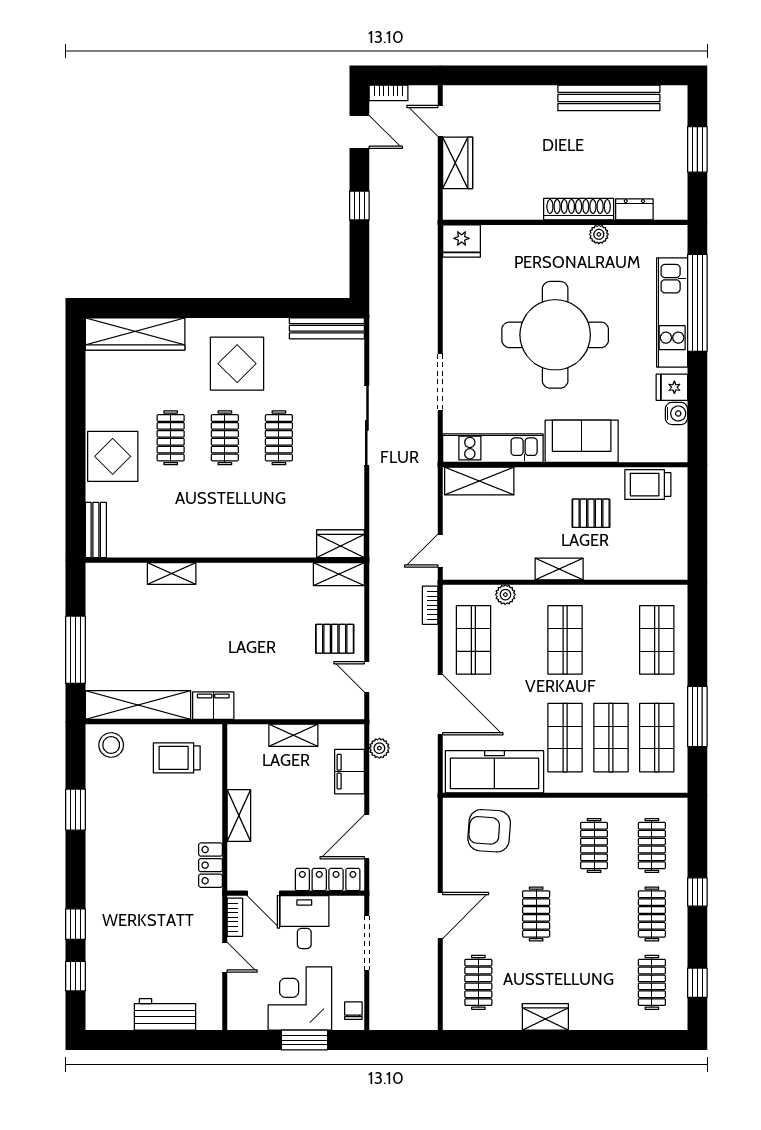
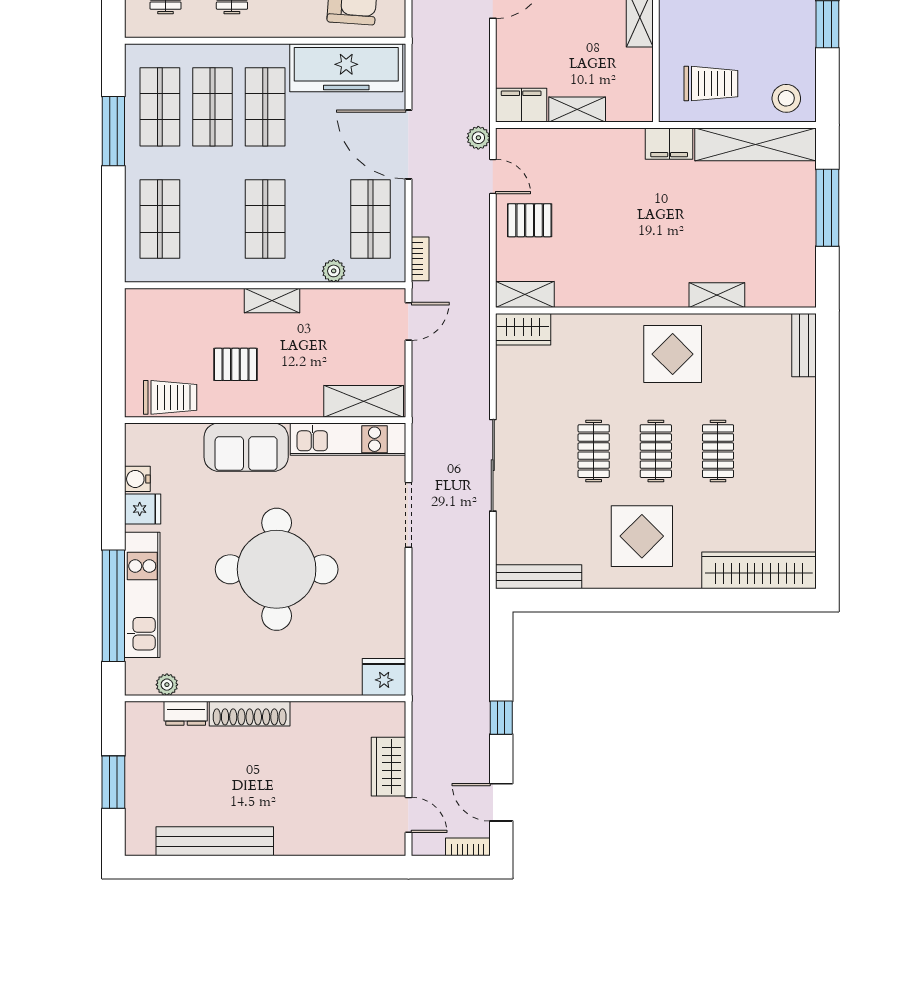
plant: (599, 234) -> (167, 685), moved
display table: (113, 456) -> (673, 354), moved
plant: (379, 748) -> (478, 138), moved
filing cabinet: (350, 772) -> (521, 105), moved, turned -90

